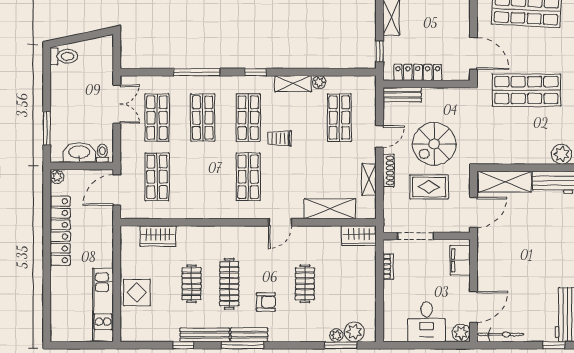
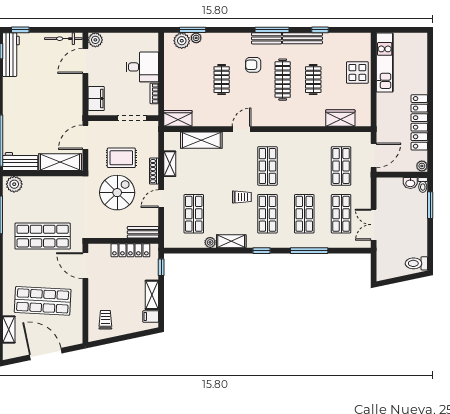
washbasin: (79, 153) -> (410, 183), width x0.52, depth x0.69
toilet: (102, 153) -> (423, 185), moved
desk: (427, 322) -> (142, 67), moved, turned 90

